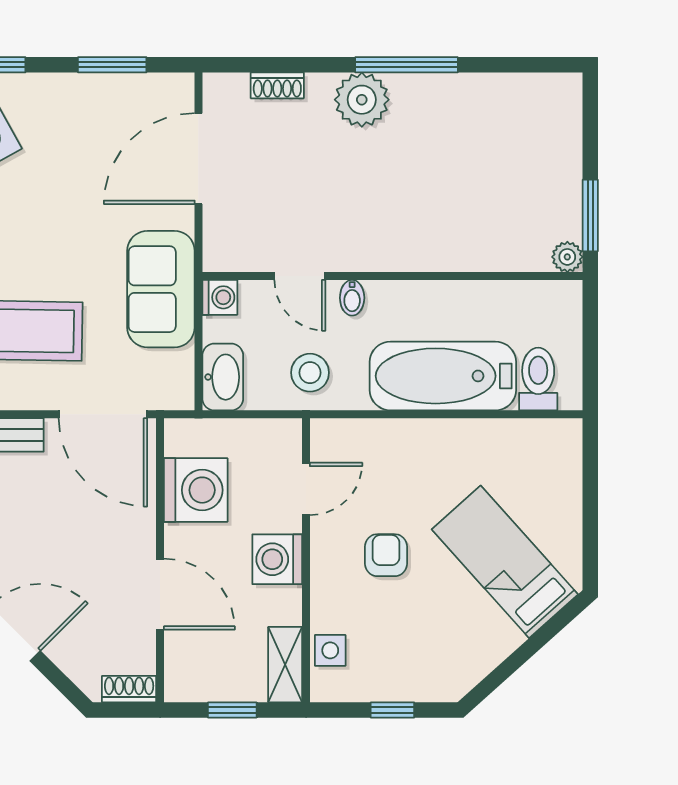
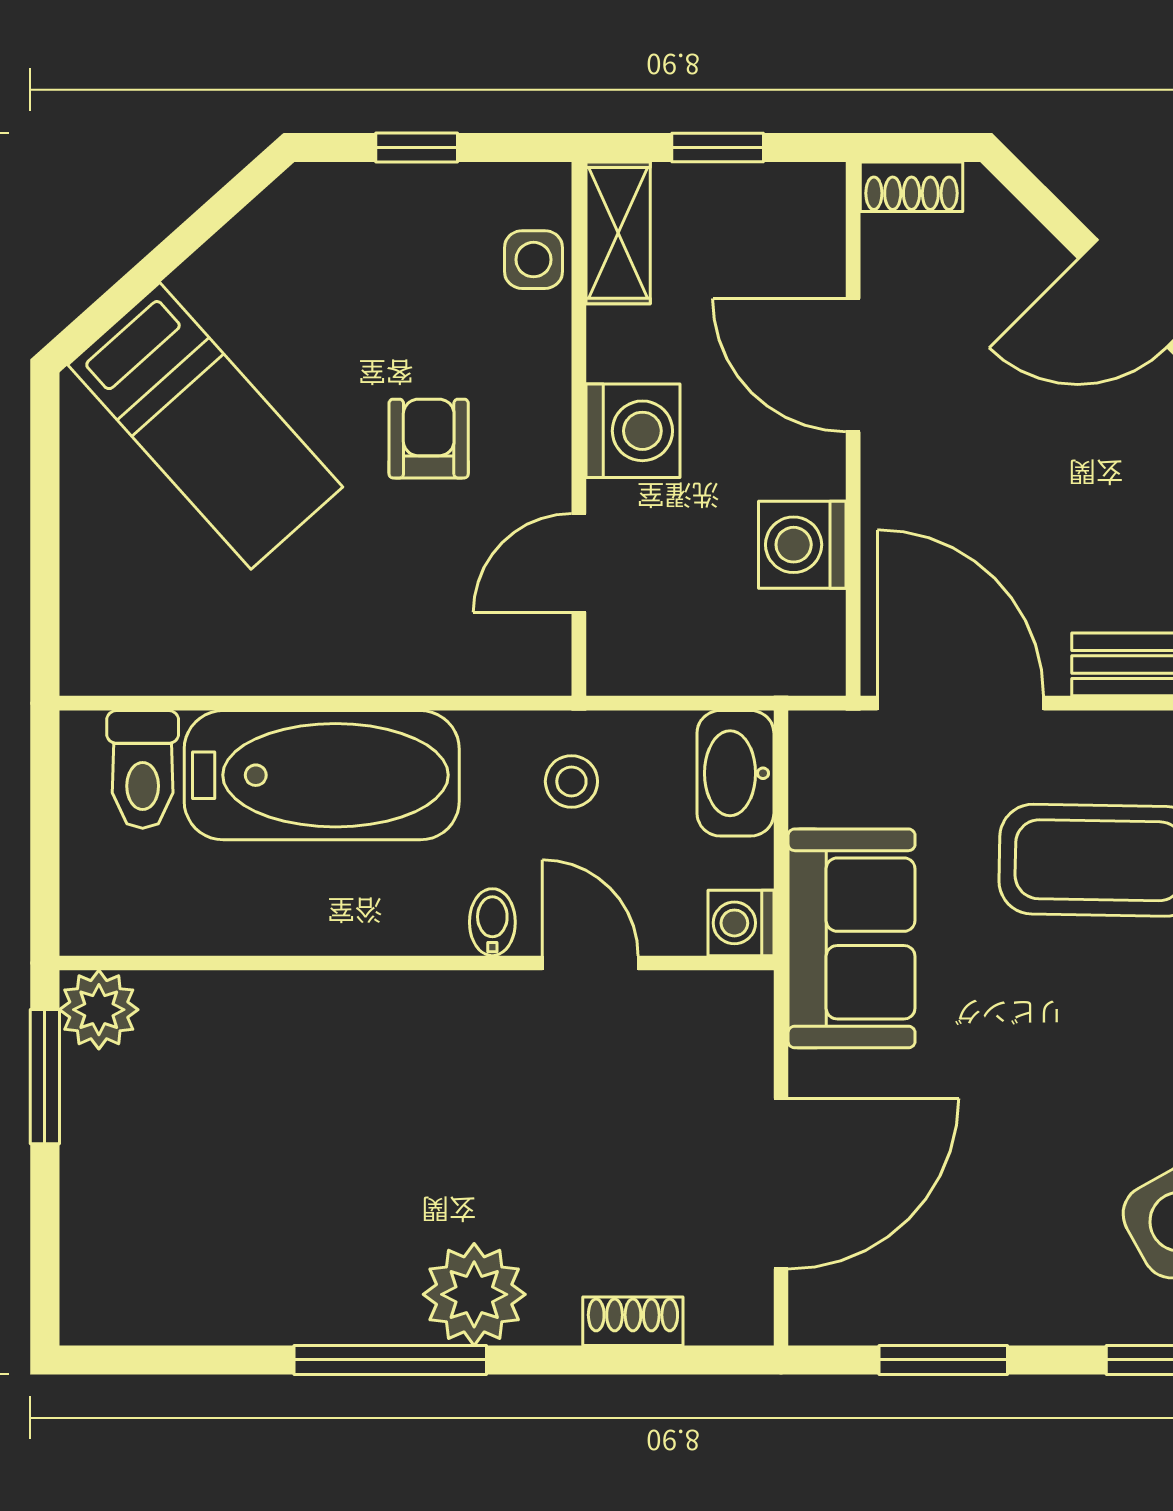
plant: (567, 257) -> (99, 1010), width x1.38, depth x1.38
stool: (310, 373) -> (571, 781), width x0.73, depth x0.73
washing machine: (196, 490) -> (802, 545), width x0.73, depth x0.73
armchair: (386, 555) -> (429, 439), turned 180

